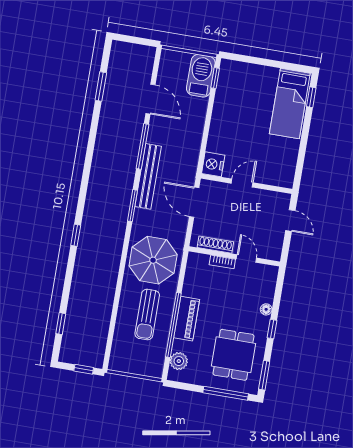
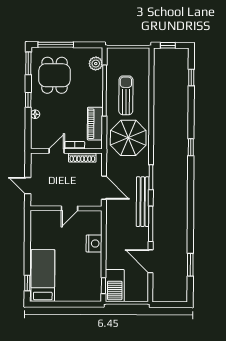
nightstand: (213, 164) -> (94, 244), moved
door: (246, 258) -> (57, 151), swing flipped
piano: (187, 319) -> (95, 124), moved

